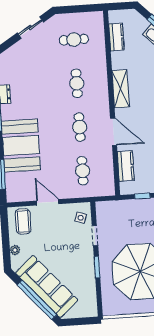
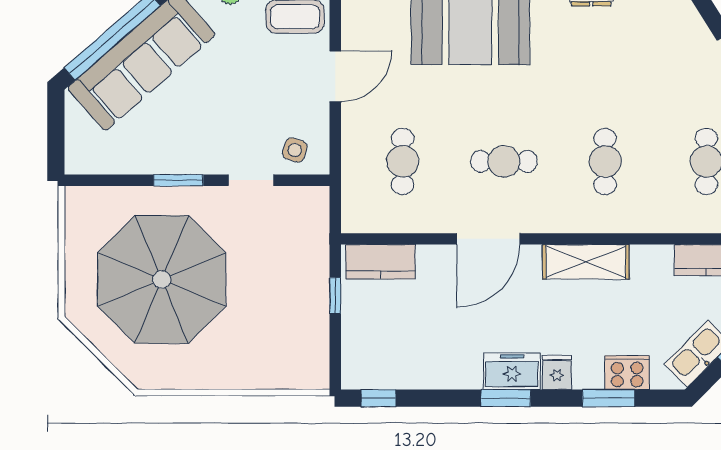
cafe table: (77, 83) -> (605, 161), turned 90
kitchen counter: (126, 166) -> (380, 262), moved
cafe table: (83, 171) -> (403, 161), turned 90

